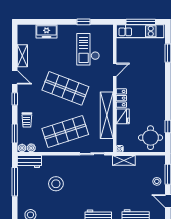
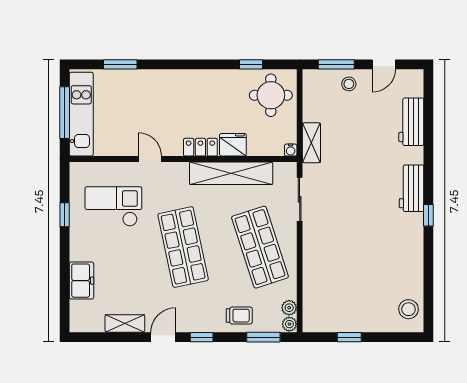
checkout: (88, 49) -> (113, 206), turned 180
shop shelf: (65, 88) -> (183, 247), turned -33
workbench: (29, 162) -> (313, 311), removed
window: (15, 182) -> (349, 337), width x0.46
stool: (56, 184) -> (353, 264), removed

